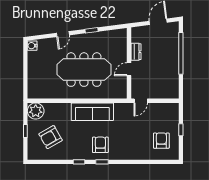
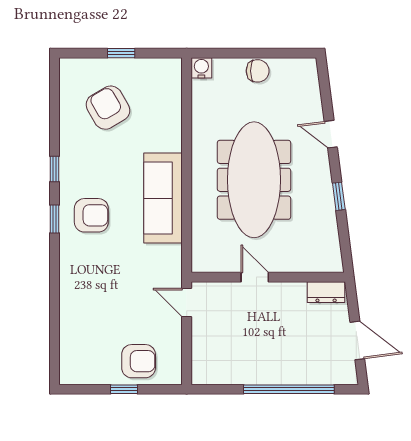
water cooler: (32, 46) -> (201, 68), moved
dresser: (136, 52) -> (326, 292), moved
chair: (34, 68) -> (258, 71), added
plant: (36, 111) -> (164, 75), removed
armchair: (161, 141) -> (139, 361), moved

